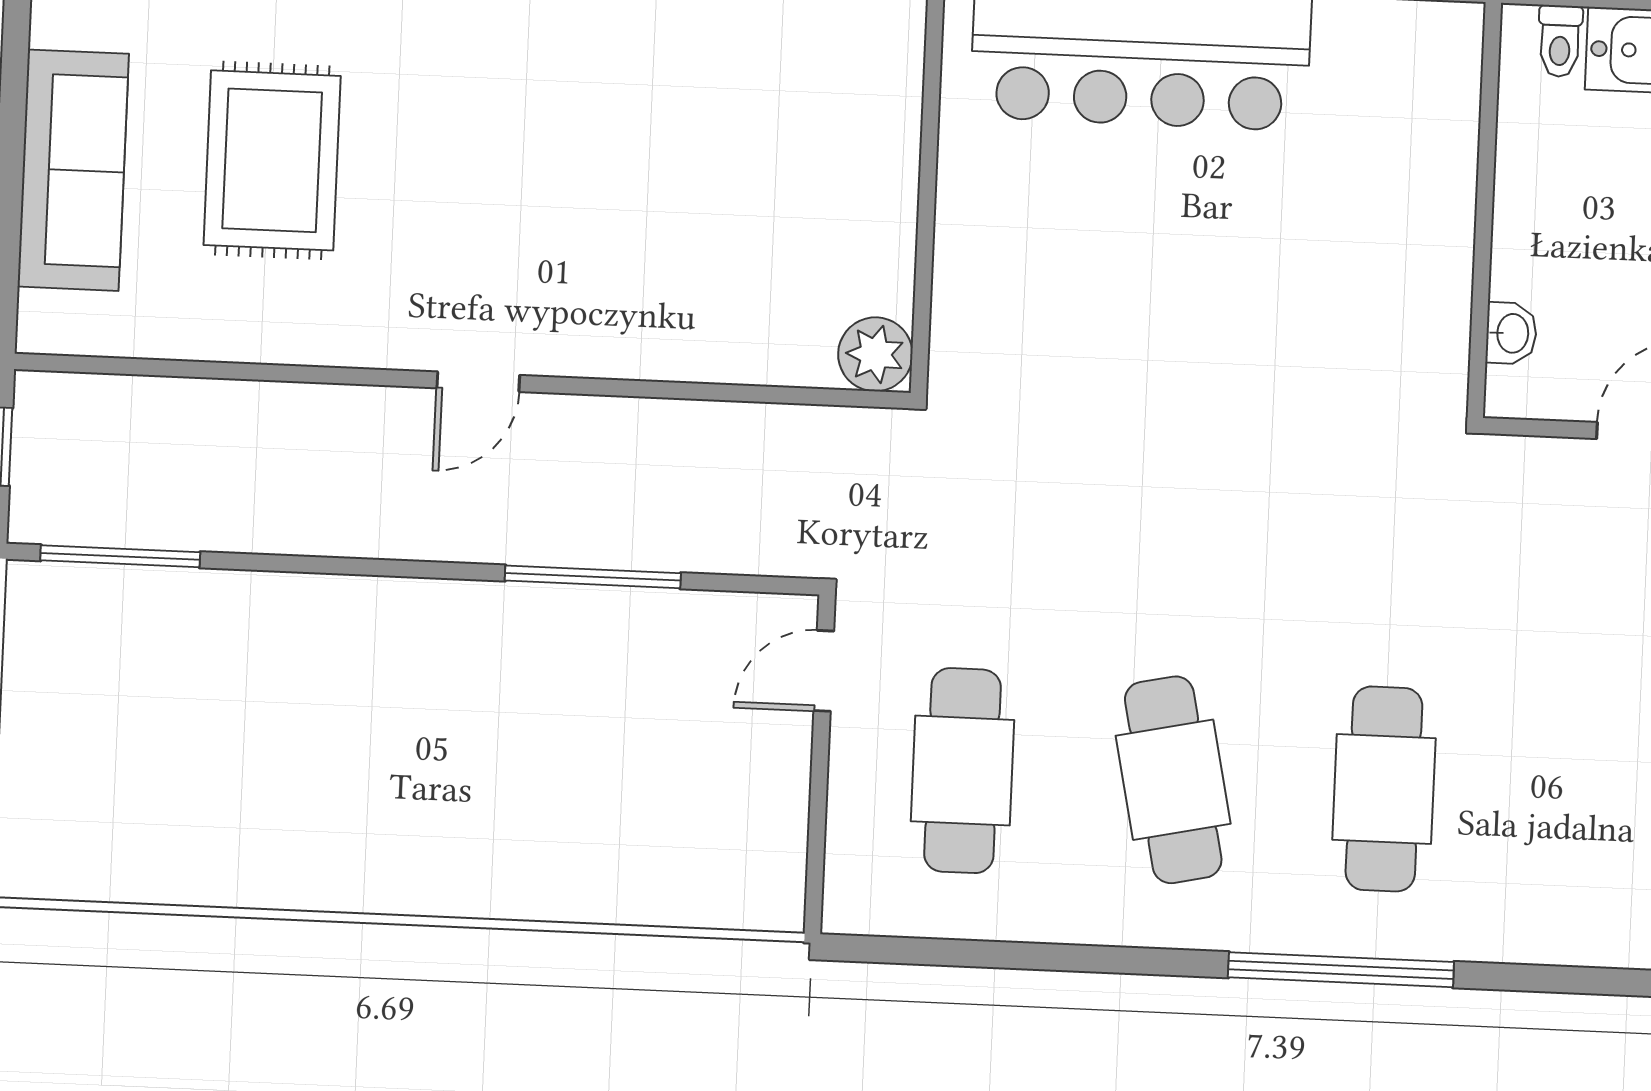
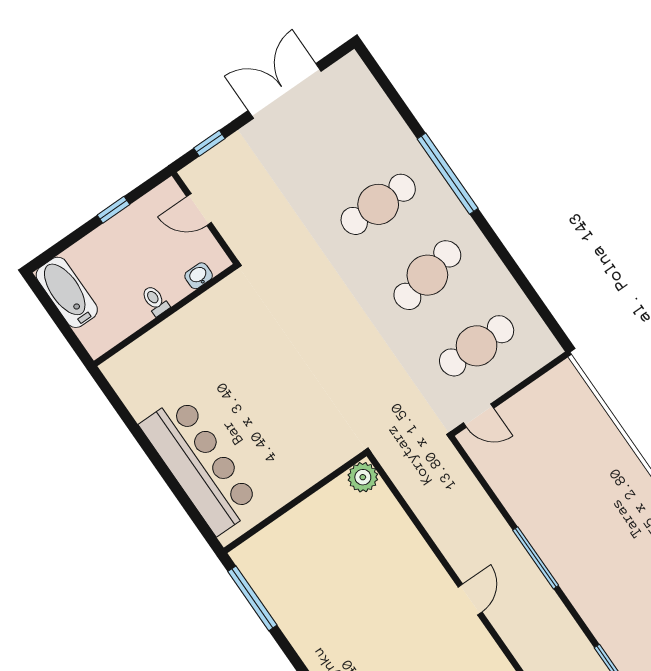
toilet: (1560, 41) -> (155, 301), moved, turned -90
door: (478, 382) -> (470, 599), hinge flipped
window: (593, 577) -> (536, 558), moved

